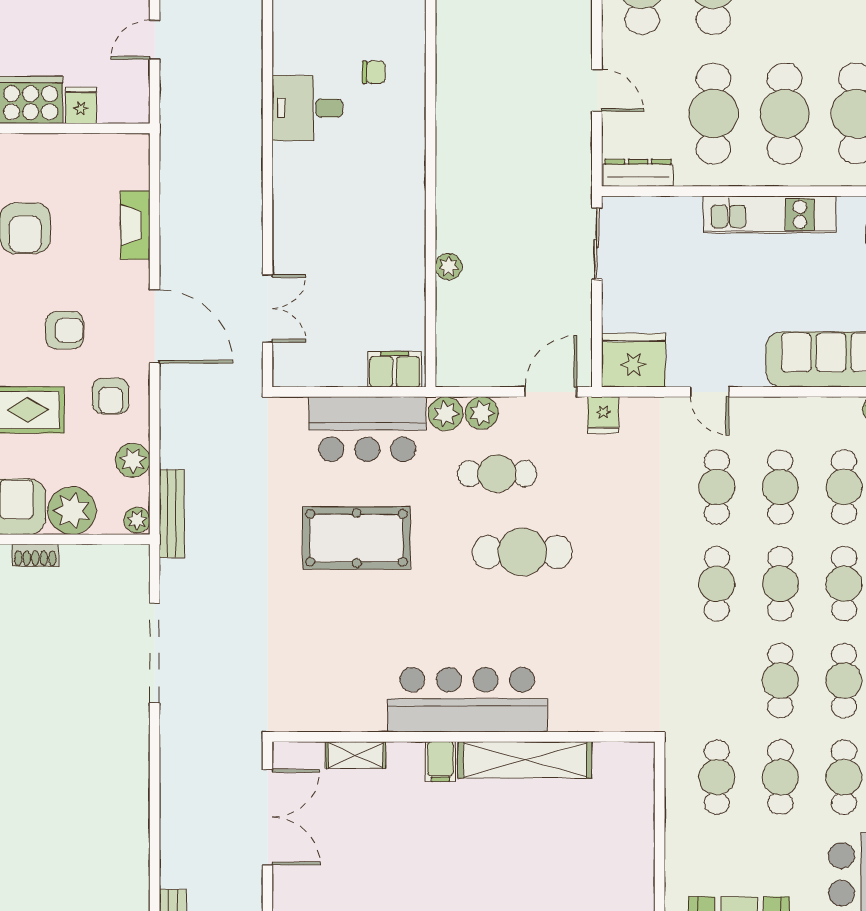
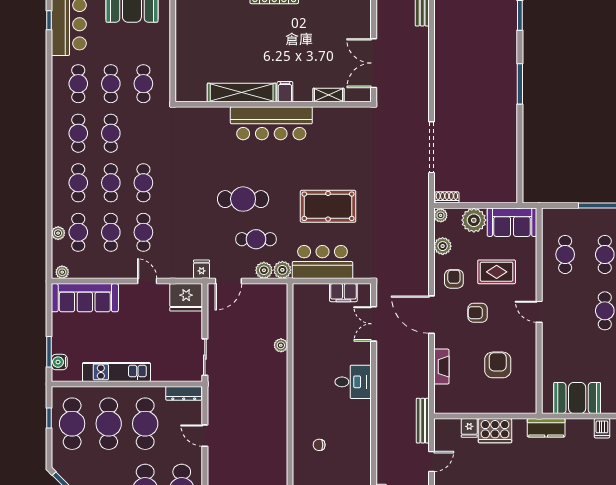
desk: (307, 108) -> (353, 382), moved
filing cabinet: (395, 369) -> (343, 293), moved
bench: (172, 514) -> (423, 421), moved
shoe rack: (35, 555) -> (447, 197), moved

